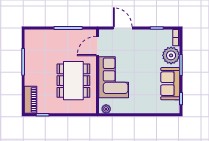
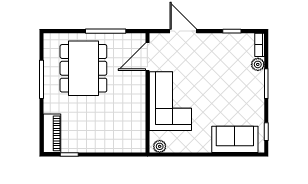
plant: (171, 55) -> (258, 64), width x0.53, depth x0.53
dining table: (73, 81) -> (83, 68), moved
sofa: (170, 84) -> (235, 139), moved, turned 90

